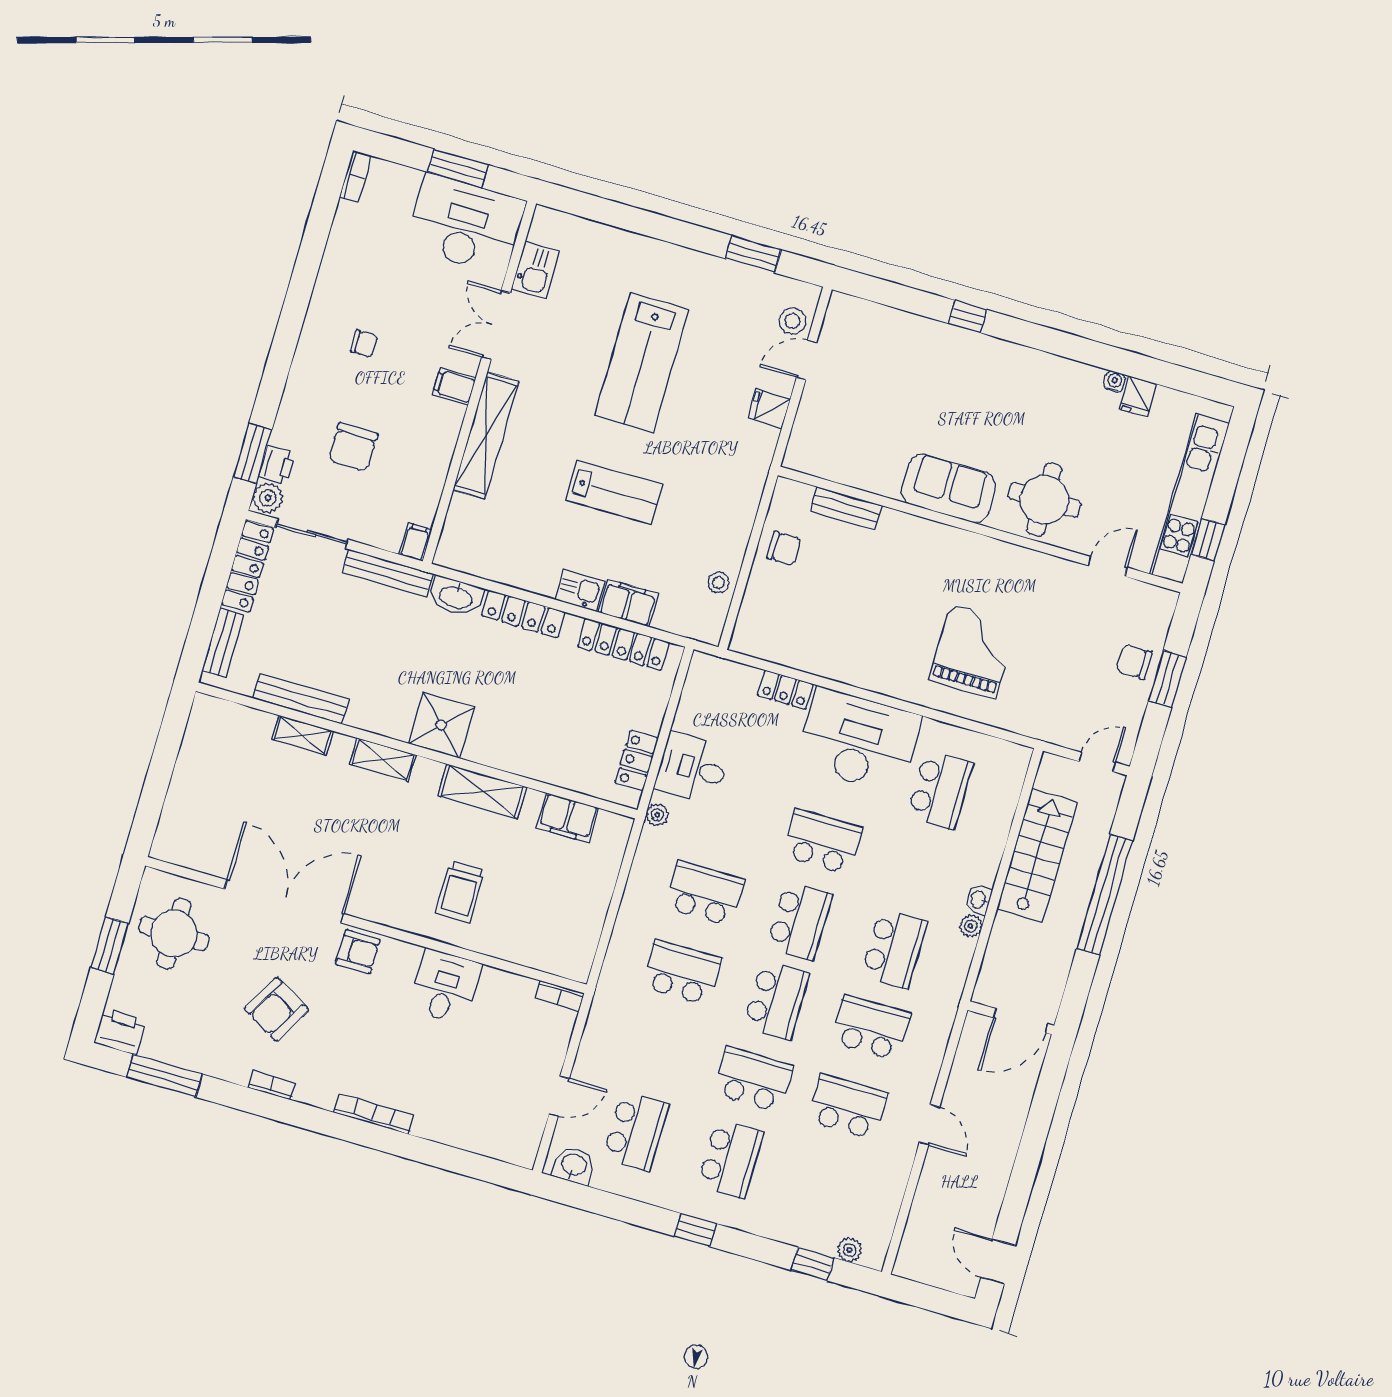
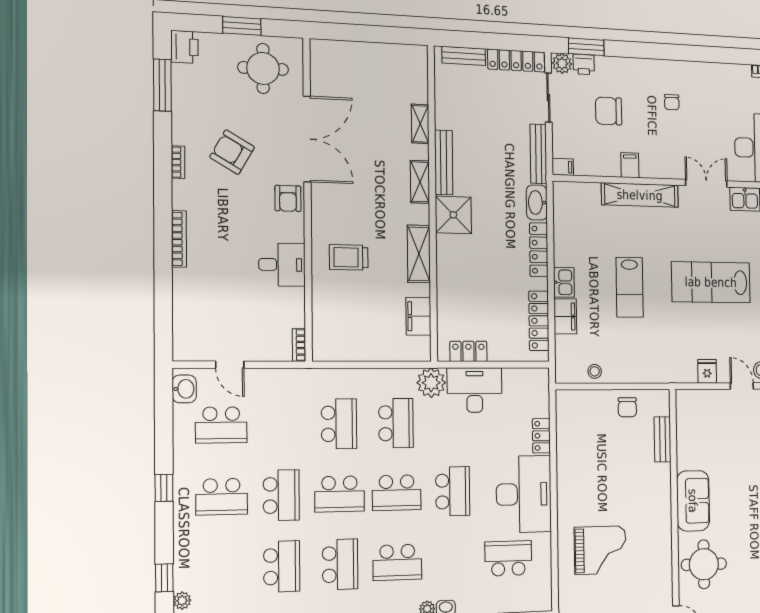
filing cabinet: (454, 386) -> (630, 165), moved
bench: (301, 699) -> (444, 162), moved
desk: (693, 768) -> (475, 390), width x1.37
school desk: (940, 790) -> (508, 558), turned 180
plant: (657, 815) -> (431, 383), width x1.87, depth x1.87

